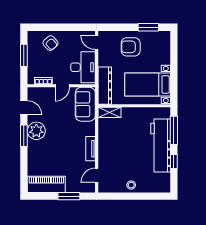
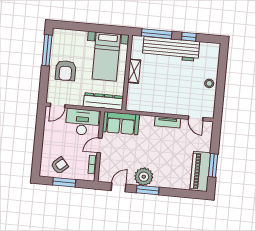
window: (148, 27) -> (47, 50), width x1.44
armchair: (50, 43) -> (60, 165), moved
door: (62, 86) -> (99, 145), swing flipped
shelving: (109, 112) -> (134, 71), moved
window: (69, 196) -> (213, 165), moved

